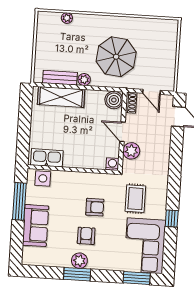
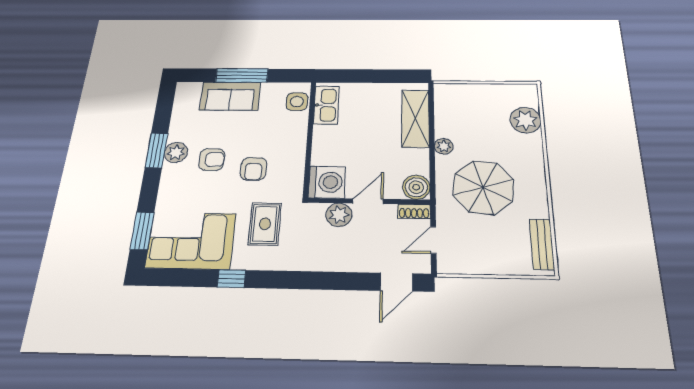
plant: (67, 18) -> (525, 120), width x1.88, depth x1.88
bench: (60, 78) -> (542, 244), moved
washing machine: (112, 164) -> (327, 182), width x1.89, depth x1.89
rug: (135, 199) -> (265, 224), turned 90
window: (19, 201) -> (242, 75), moved

